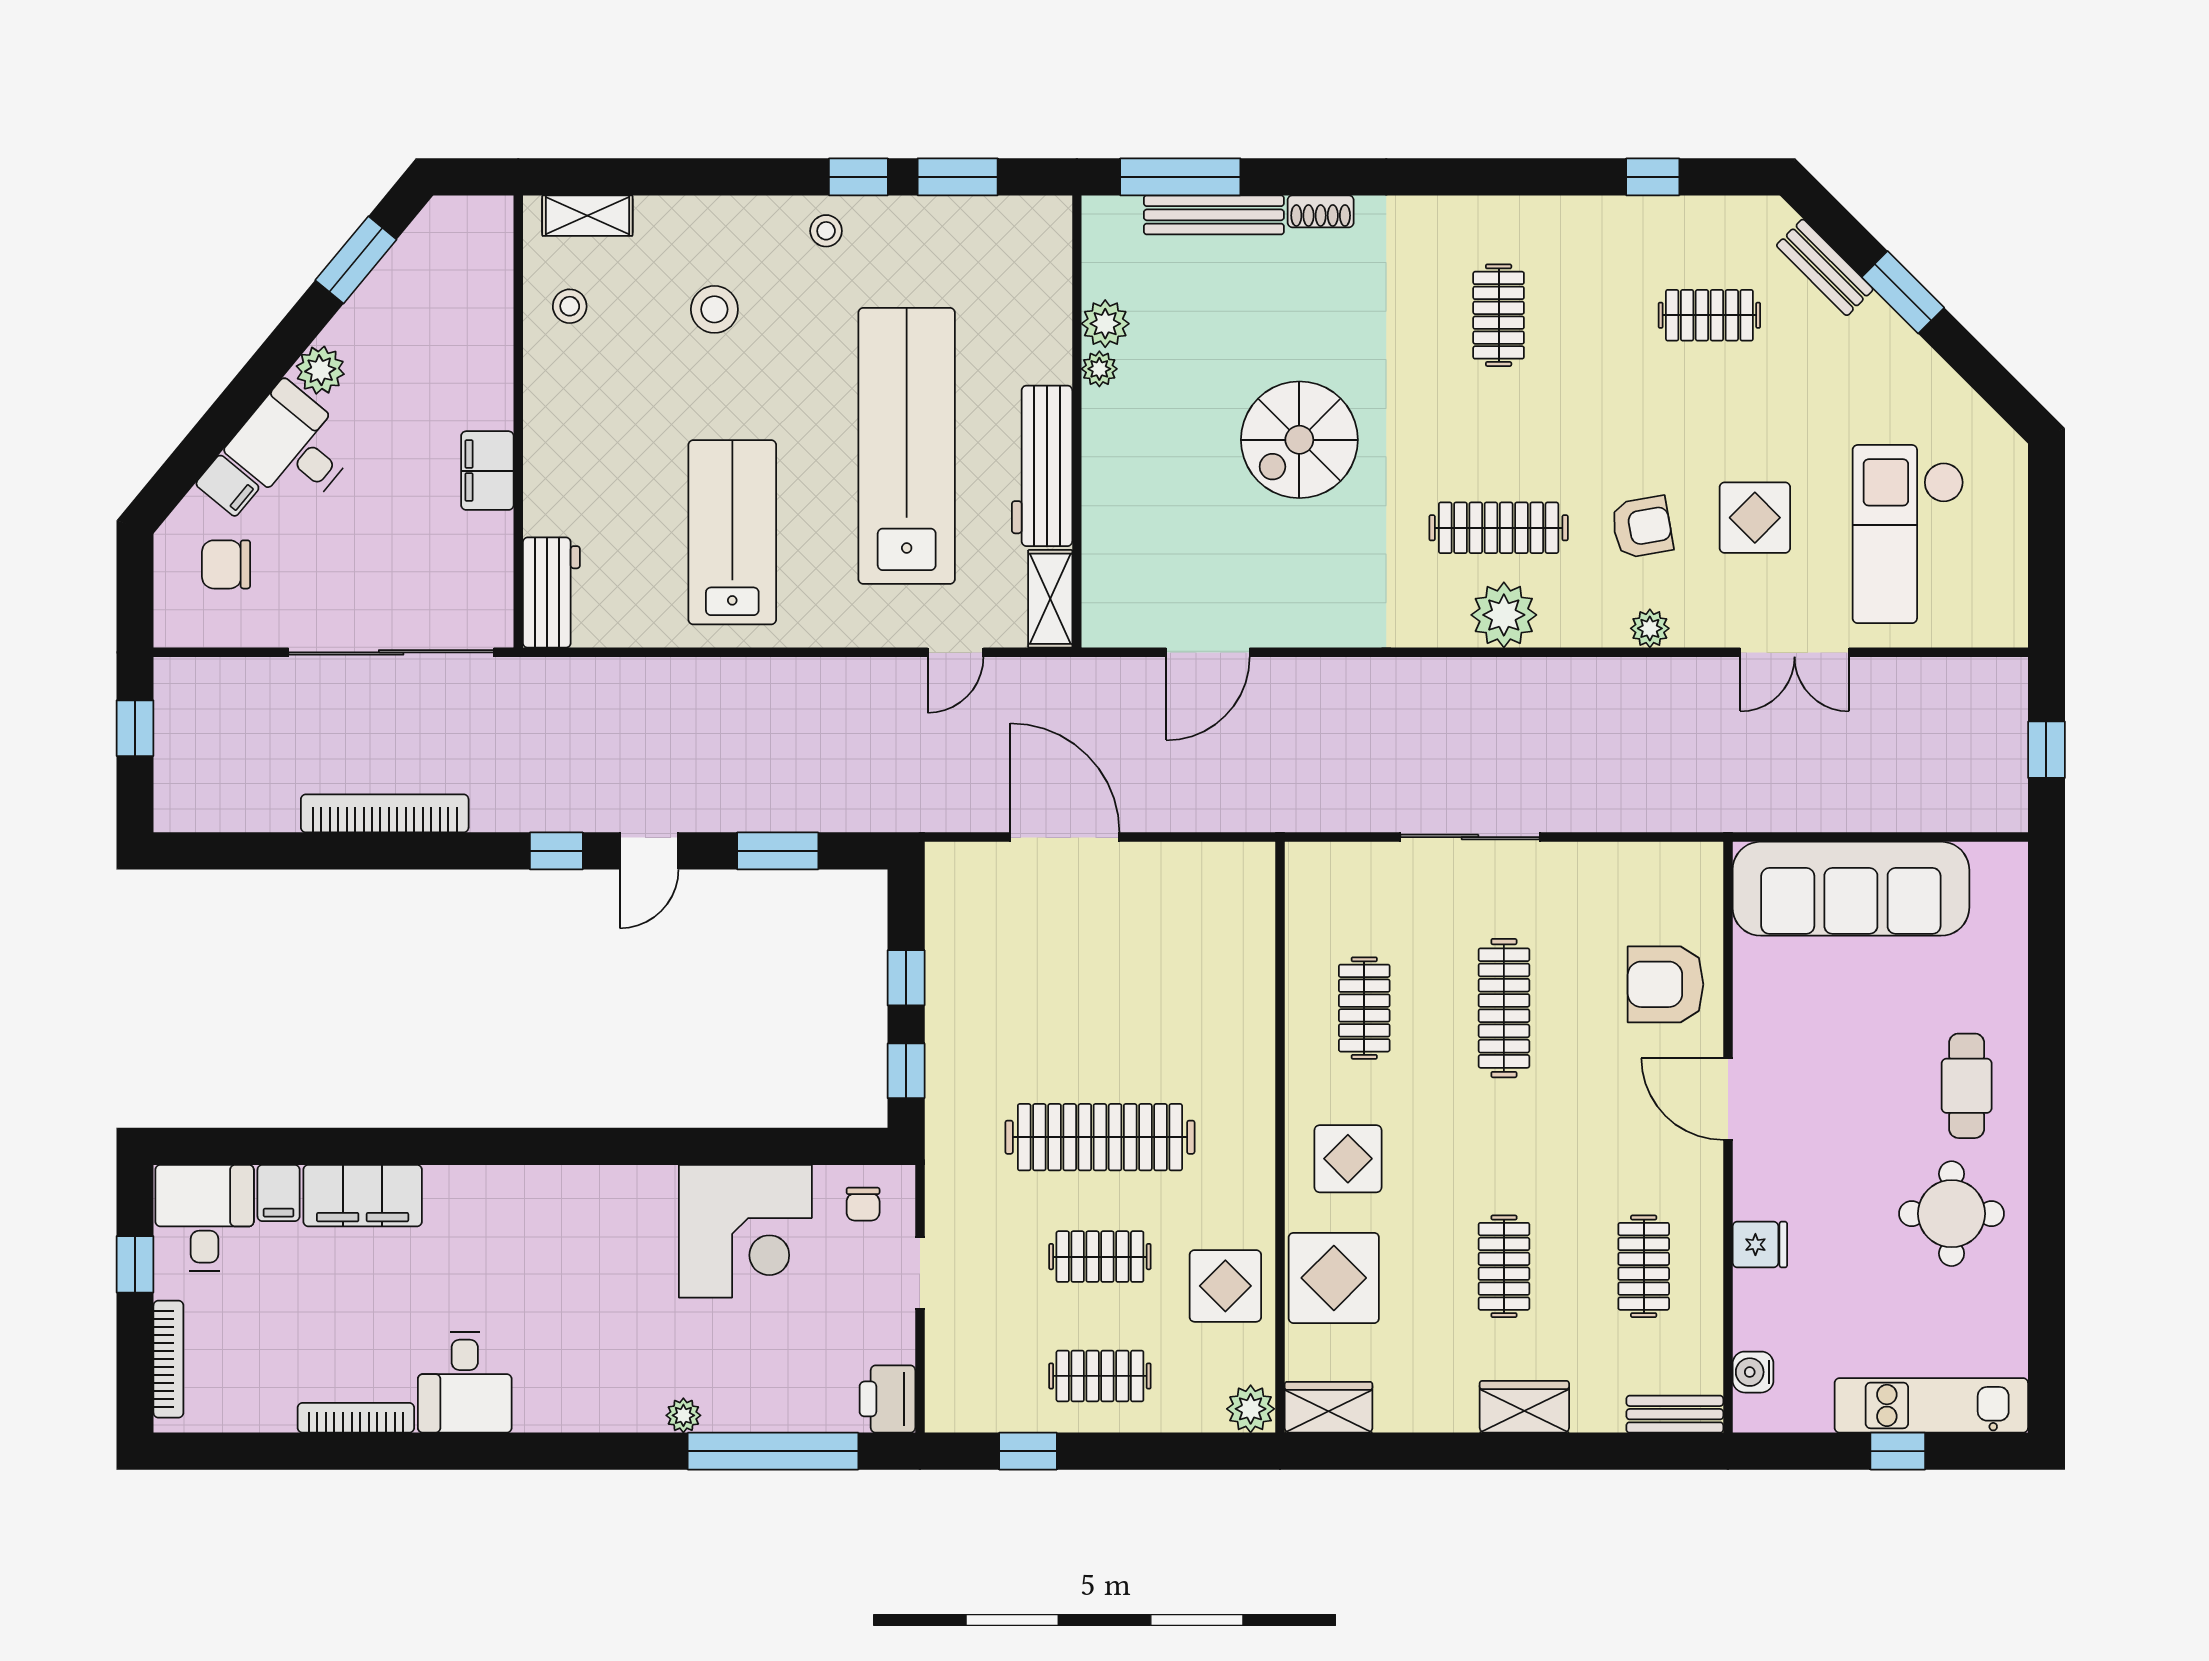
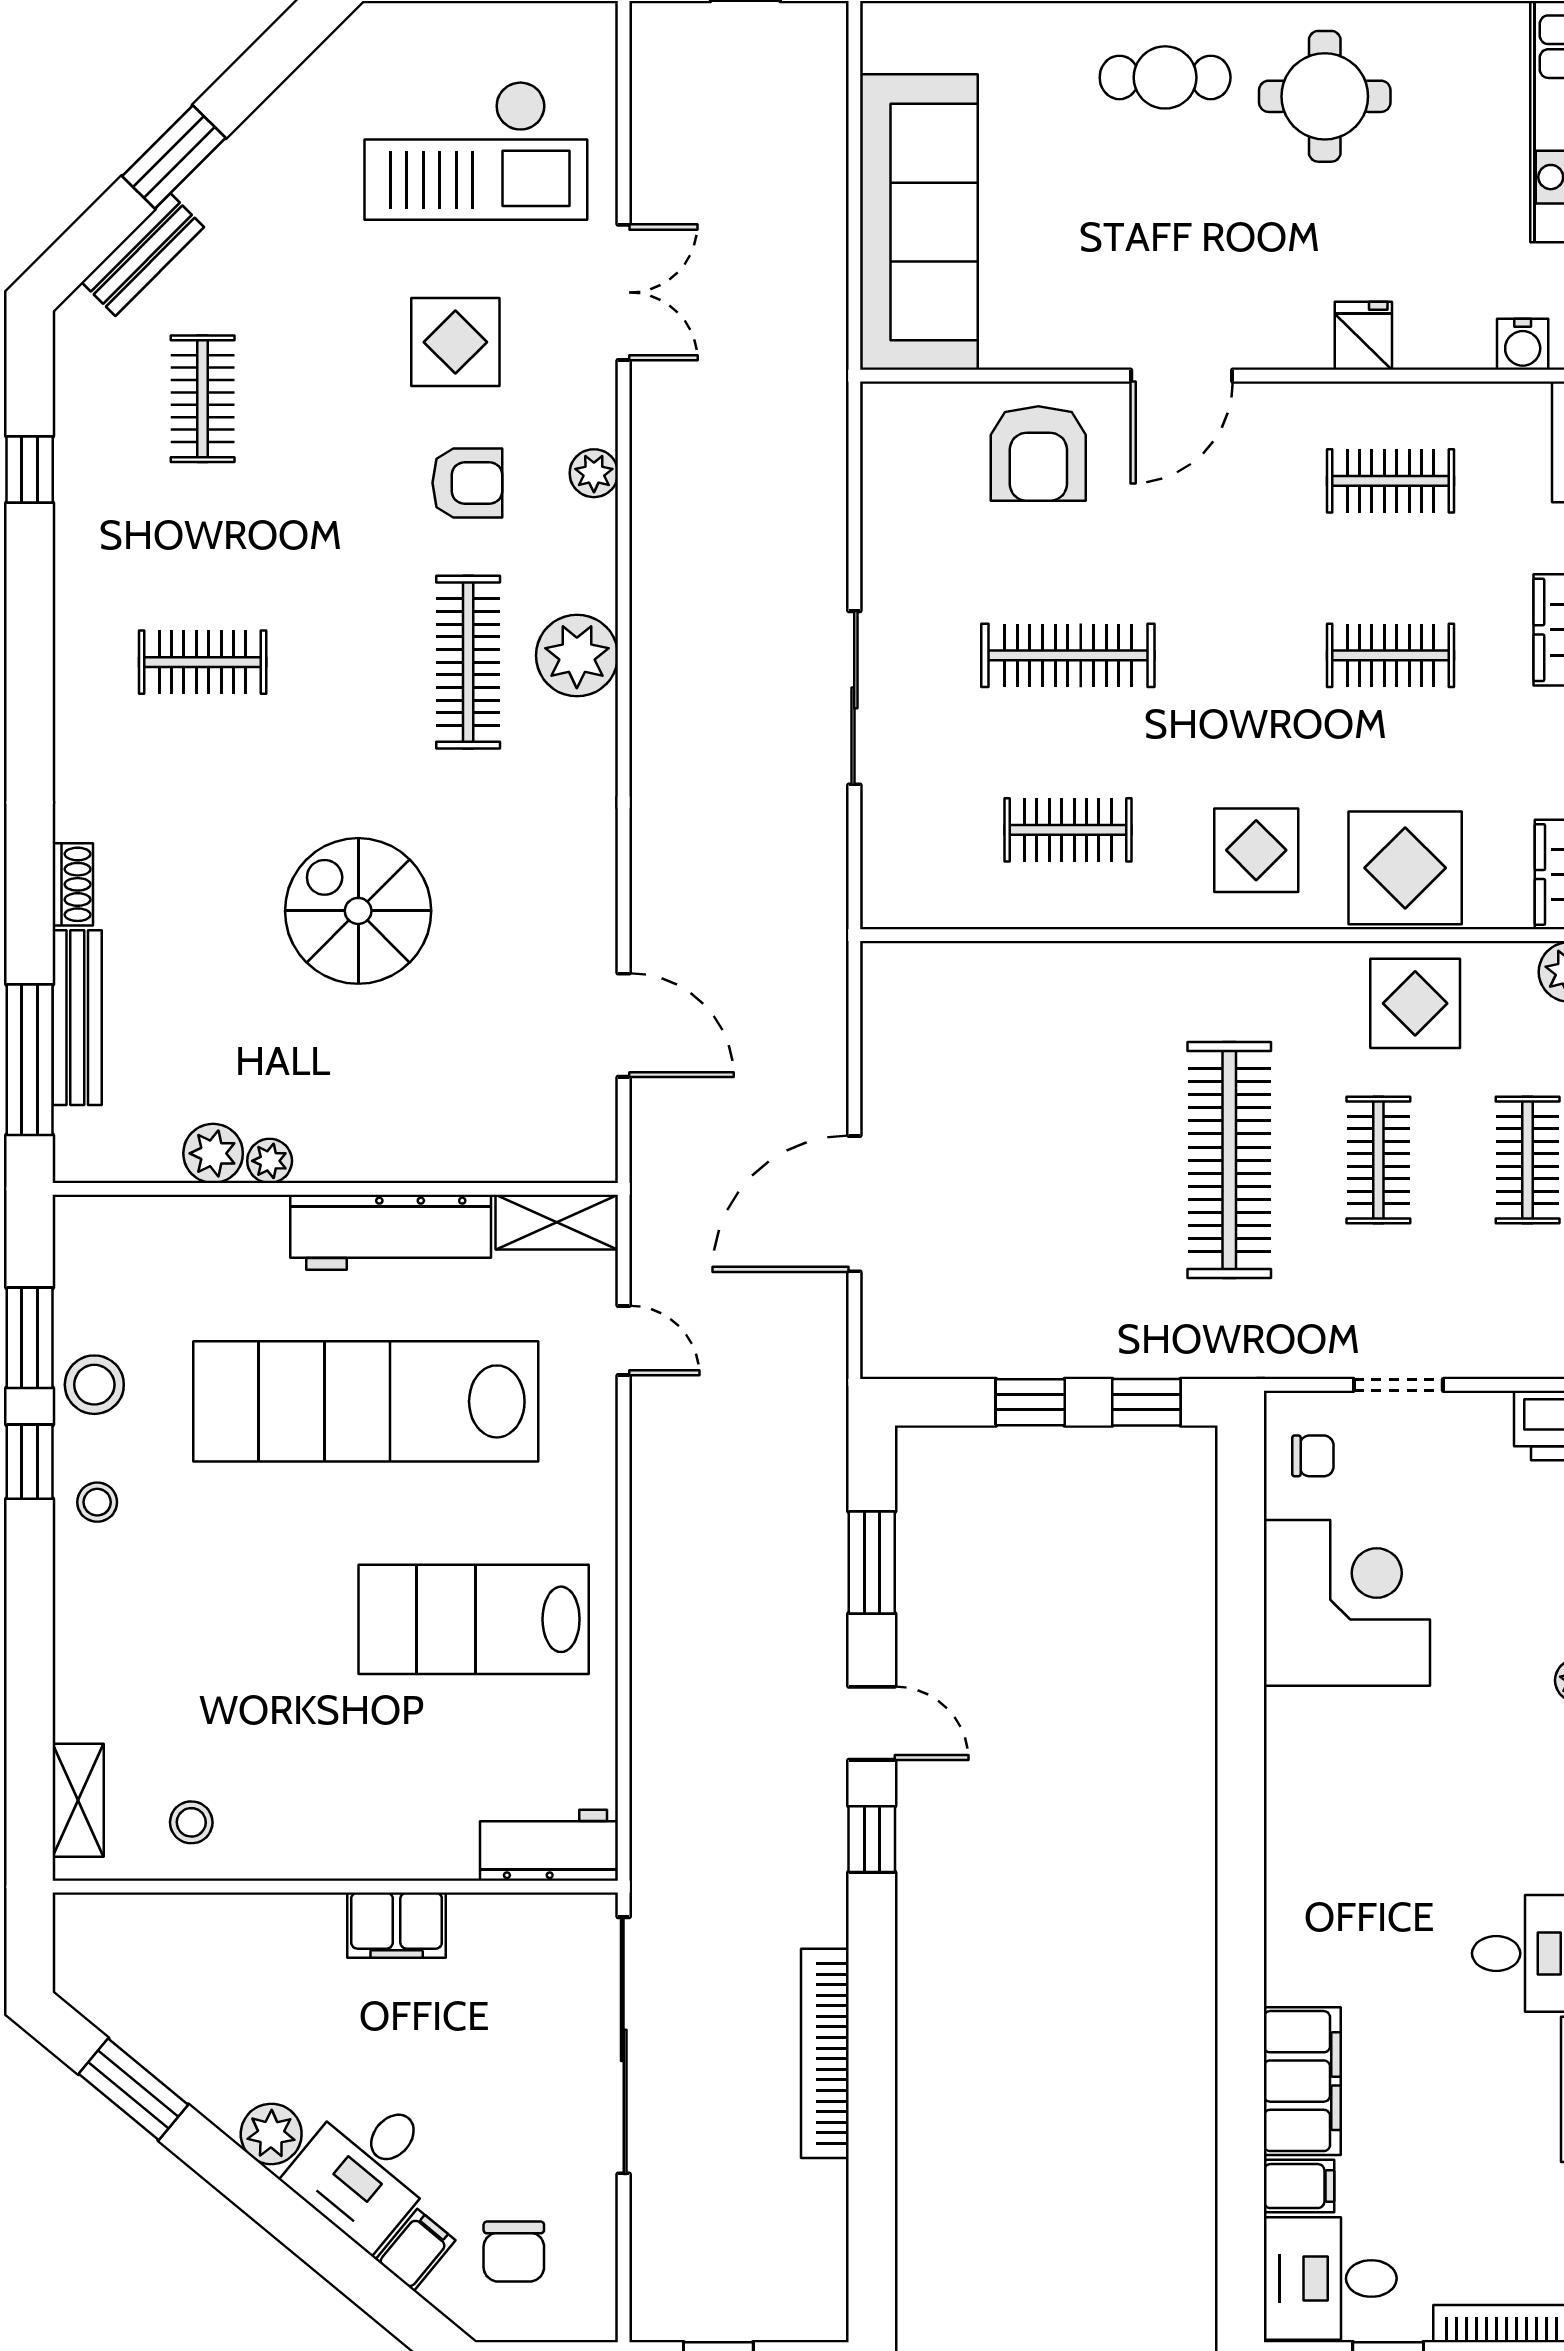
stool: (714, 309) -> (94, 1385), moved
spiral stairs: (1299, 440) -> (358, 911), turned 180
armchair: (1642, 527) -> (467, 483), turned 100

